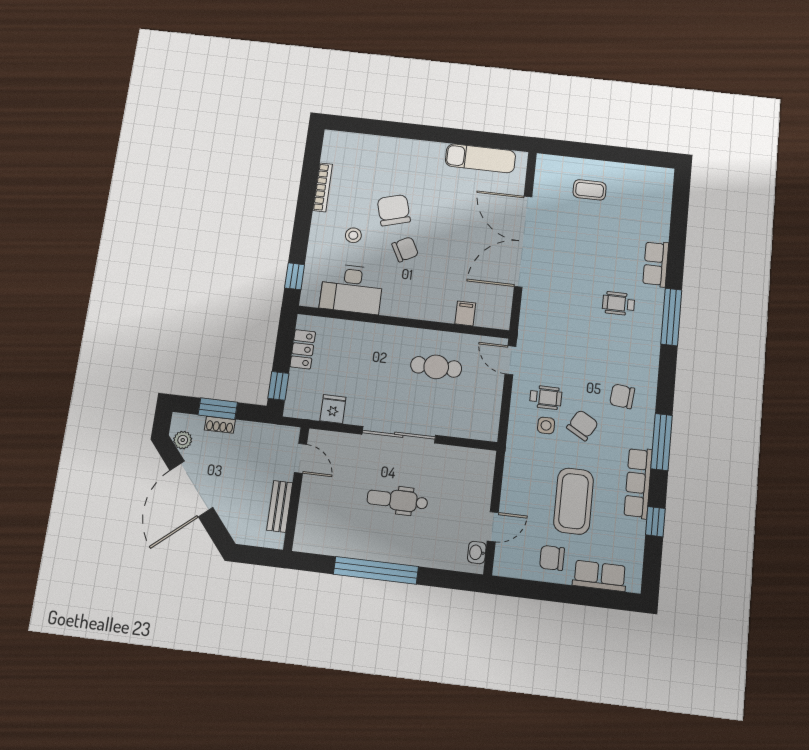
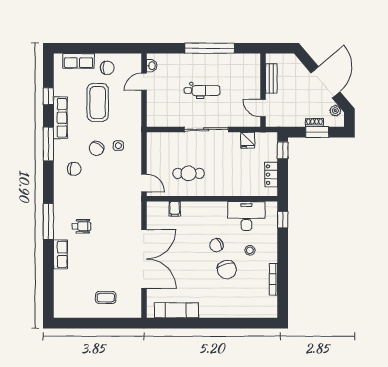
wheelchair: (546, 397) -> (120, 163), removed

